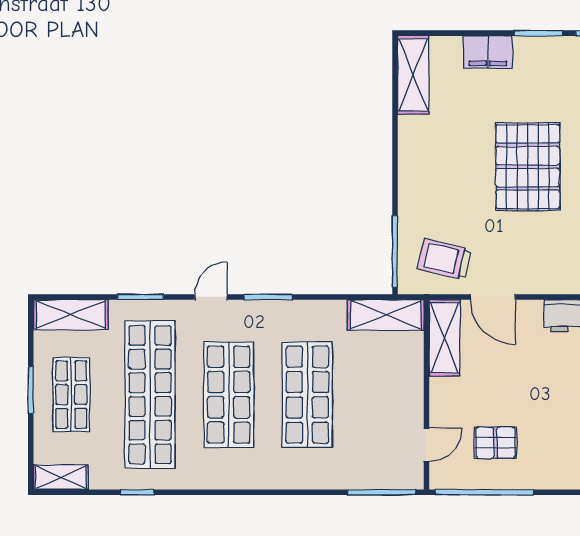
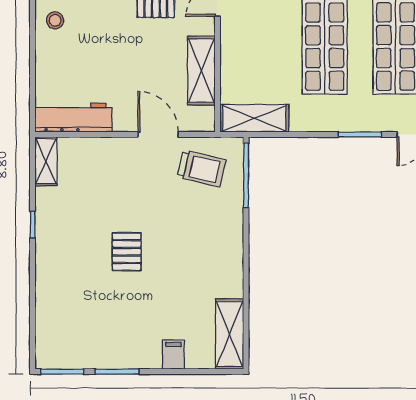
filing cabinet: (488, 52) -> (173, 355), width x0.50
pallet: (528, 167) -> (127, 252), width x0.49, depth x0.50
shelving: (445, 338) -> (201, 71), moved

